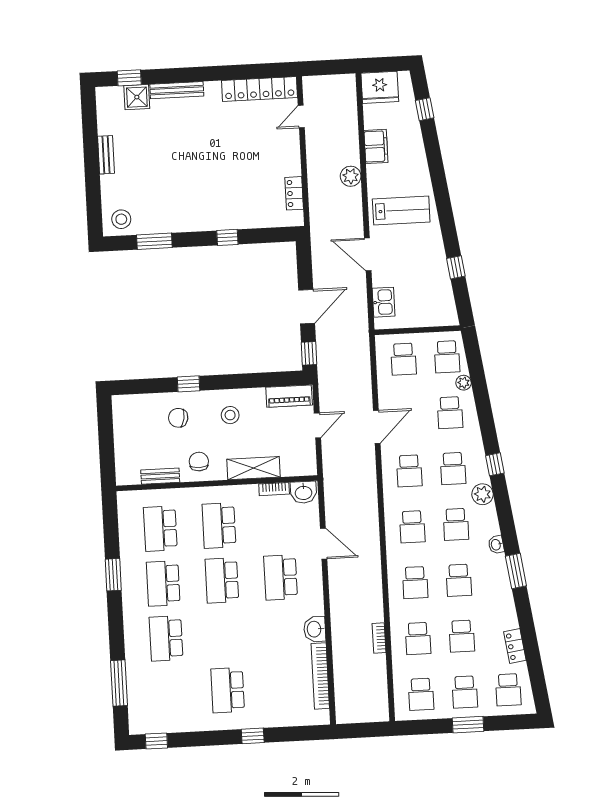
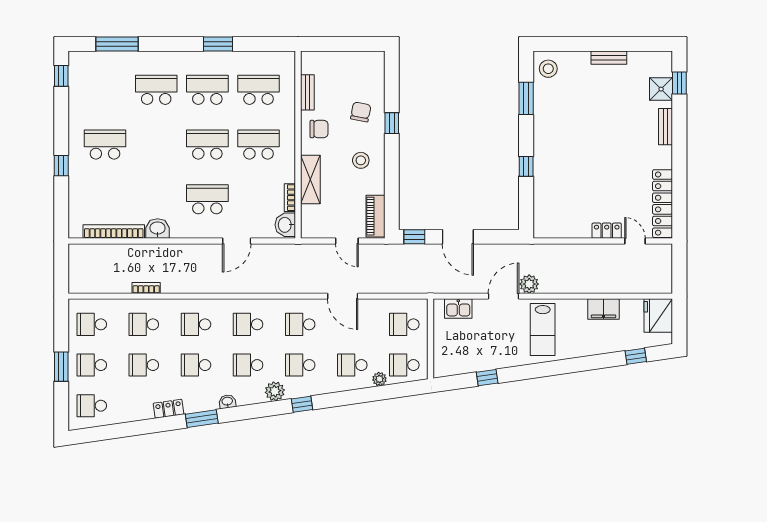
bench: (177, 90) -> (666, 127), width x0.73
plant: (351, 176) -> (529, 284), moved
locker: (294, 193) -> (607, 231), moved
locker: (515, 646) -> (169, 409), moved

